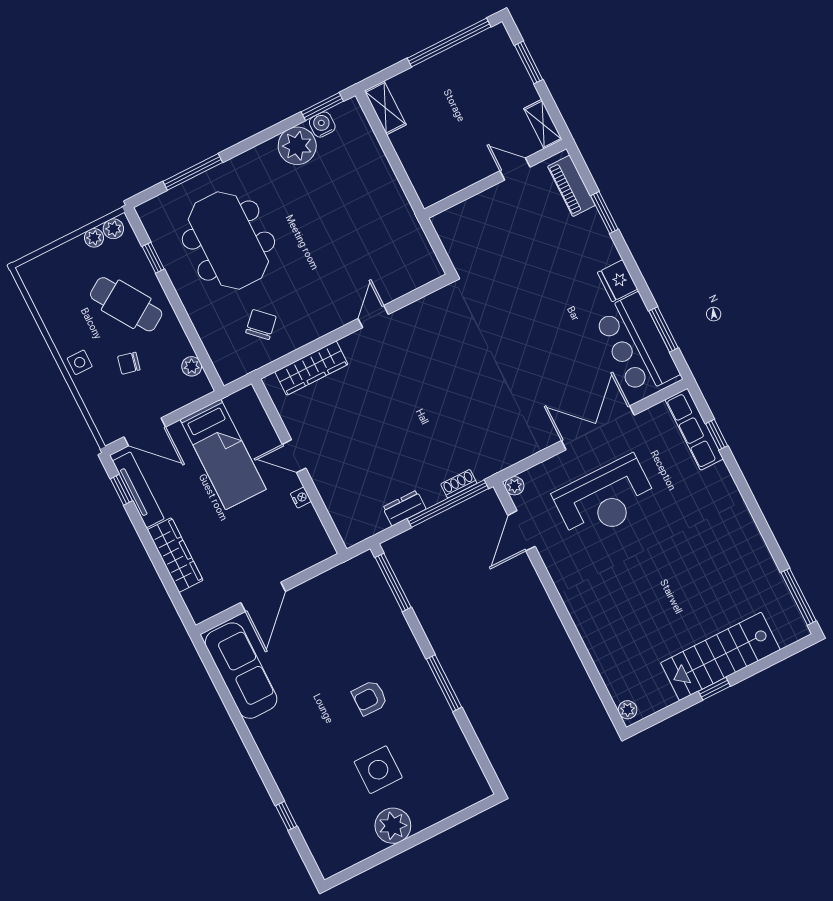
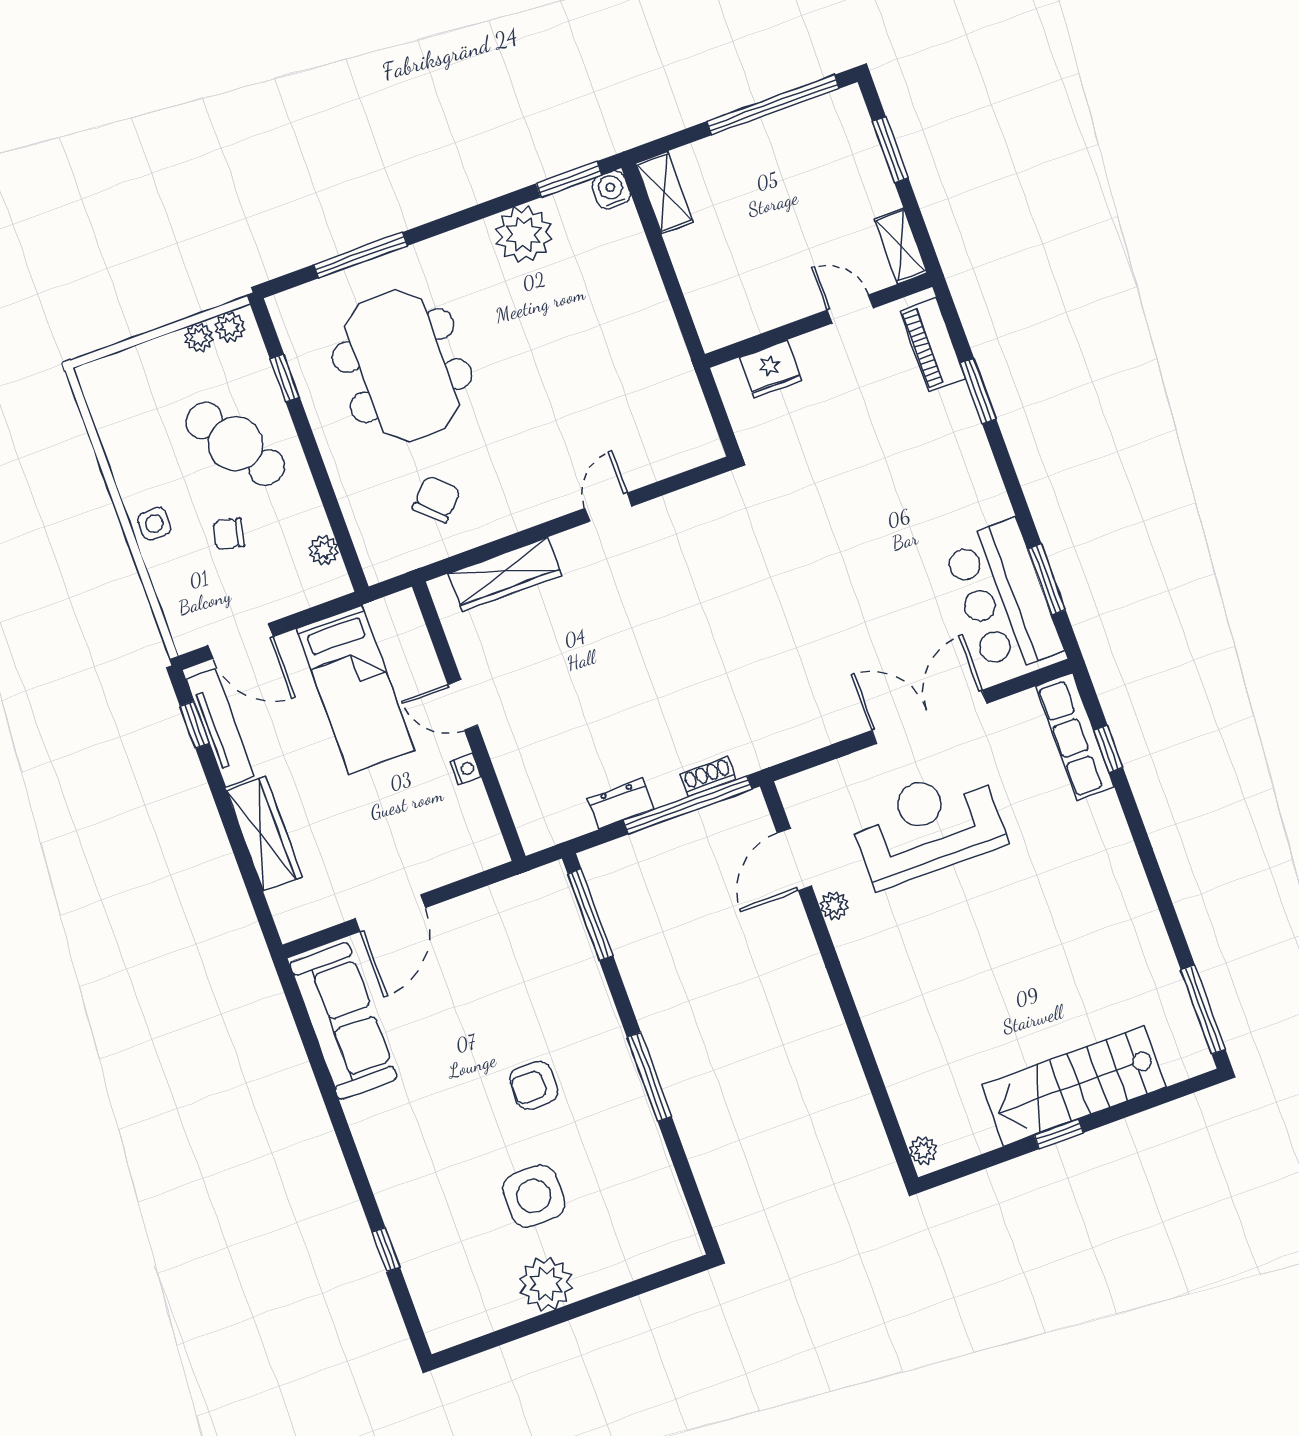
water cooler: (322, 124) -> (611, 190), moved
fridge: (617, 281) -> (771, 369), moved, turned -90
plant: (514, 486) -> (834, 906), moved
reception desk: (605, 499) -> (927, 826), turned 180

